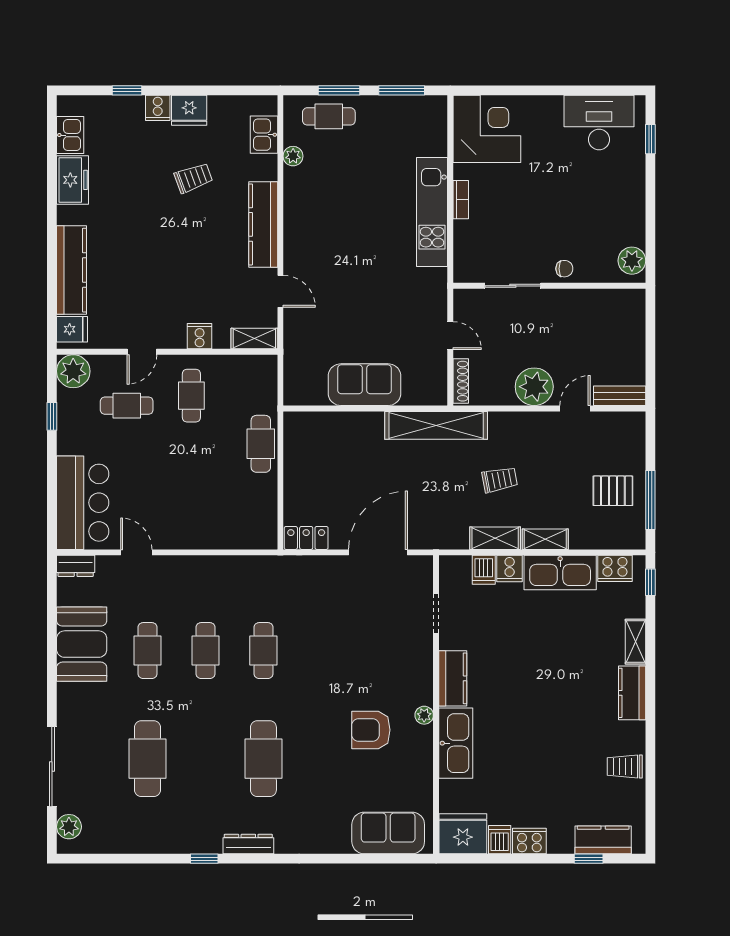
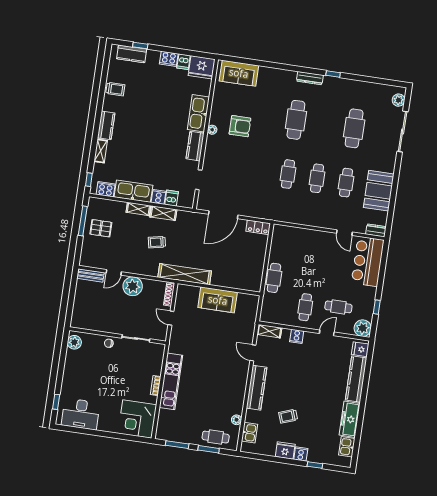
freezer: (72, 180) -> (350, 419), width x1.40

